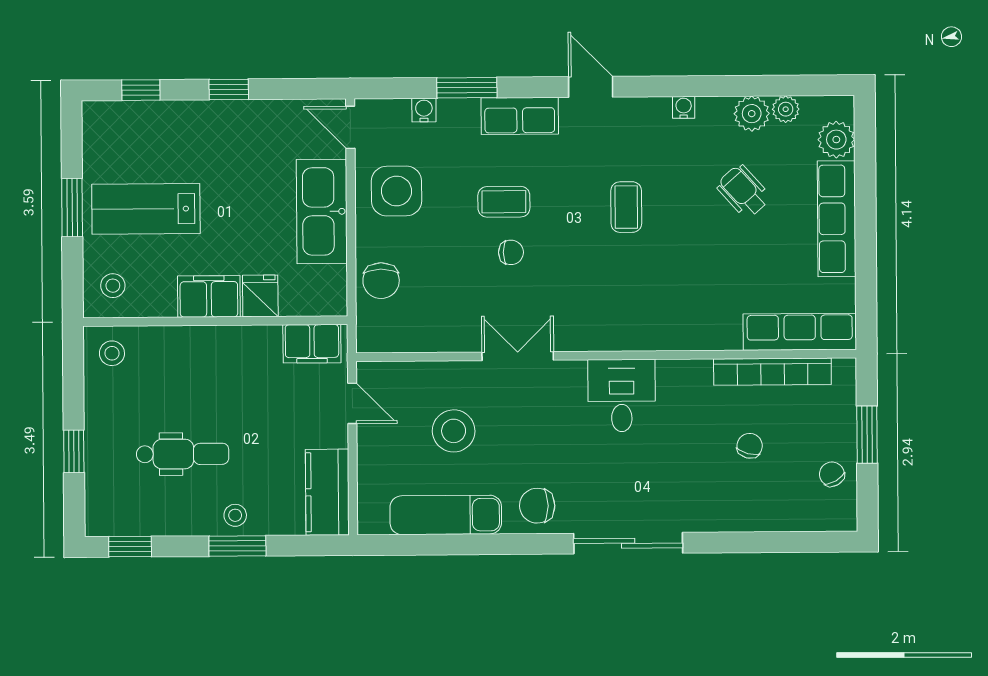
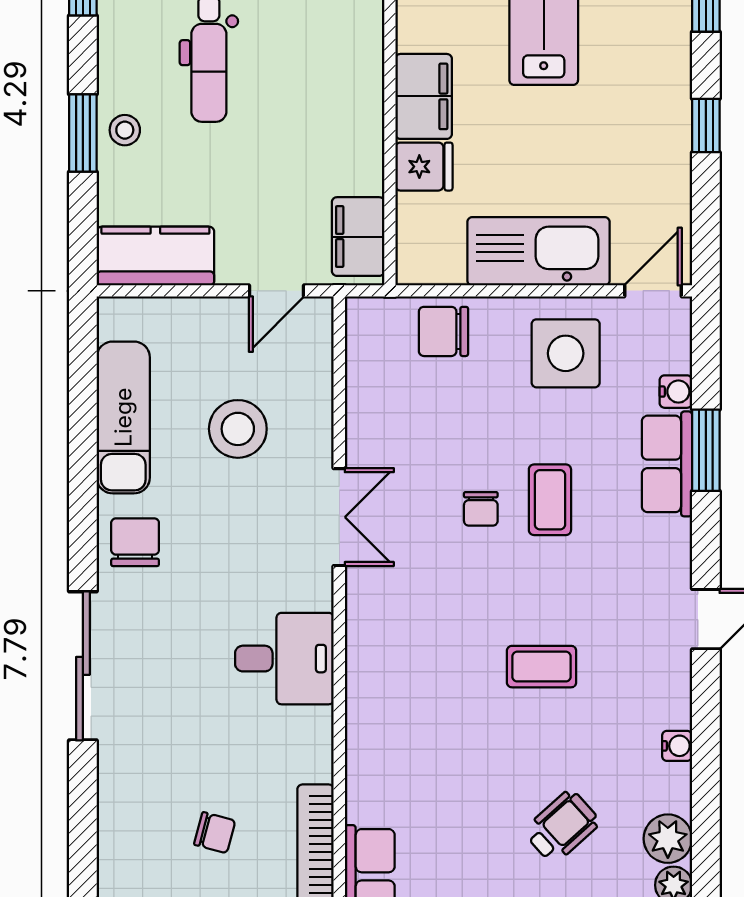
row of seats: (520, 116) -> (667, 464), moved

